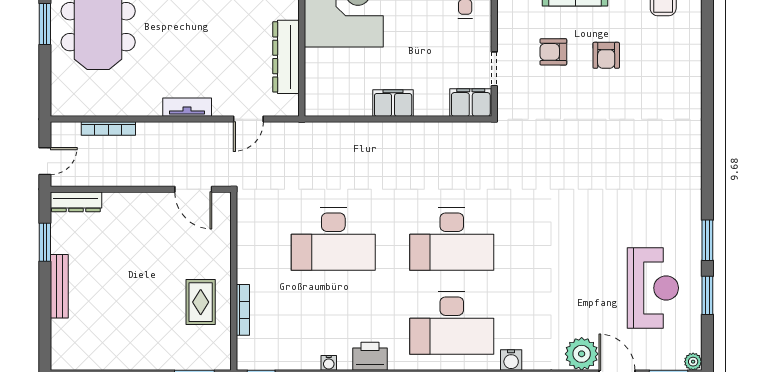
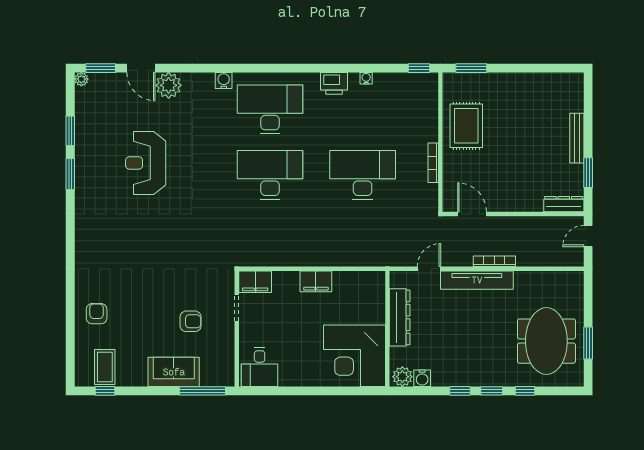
armchair: (606, 55) -> (97, 314), moved
tv unit: (187, 107) -> (477, 280), width x1.92, depth x1.29
bookcase: (108, 129) -> (494, 261), moved
reception desk: (653, 288) -> (146, 163), moved
rug: (201, 302) -> (466, 126), width x1.36, depth x1.43
bookcase: (243, 310) -> (433, 163), moved

